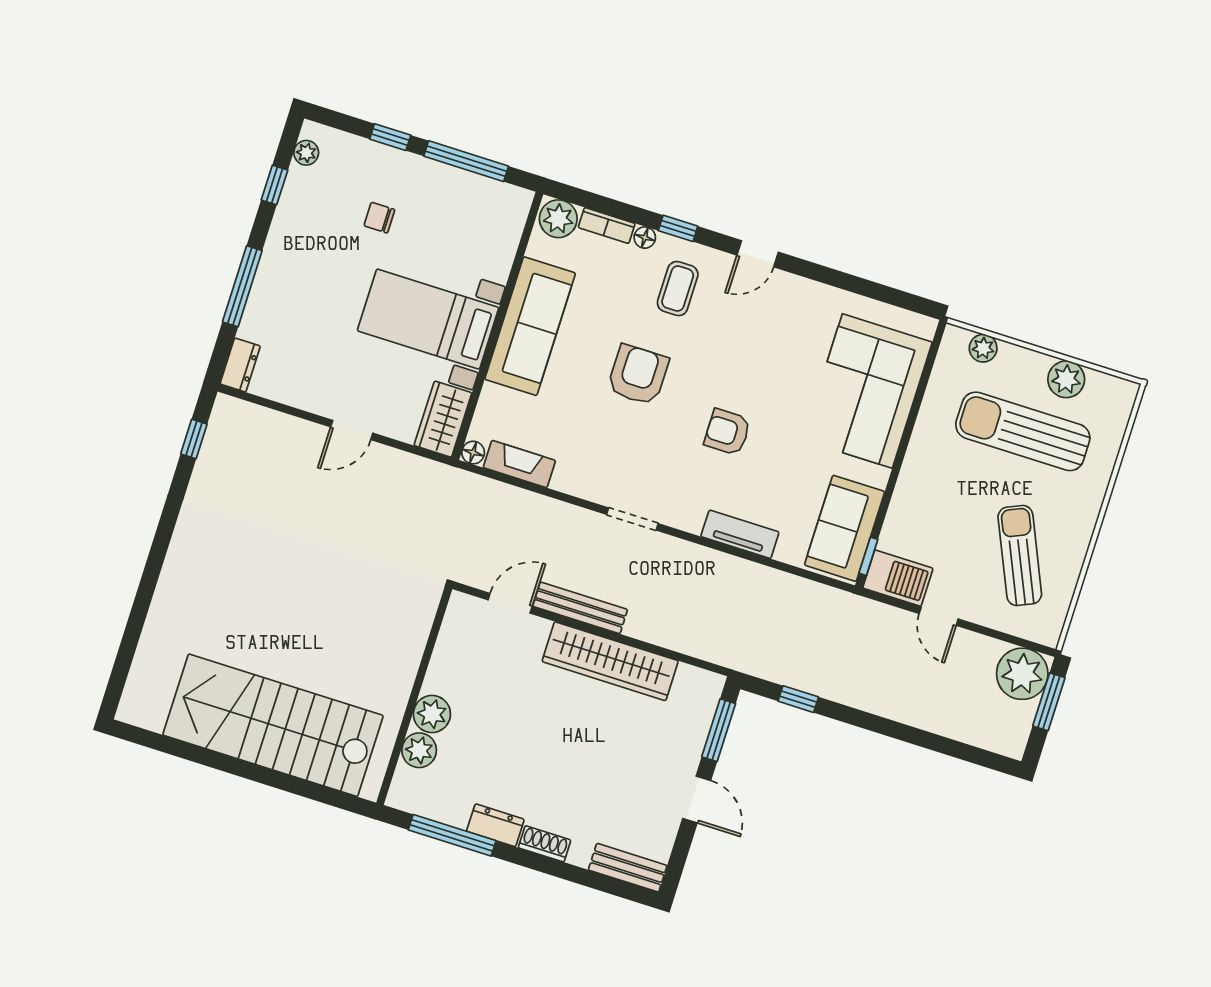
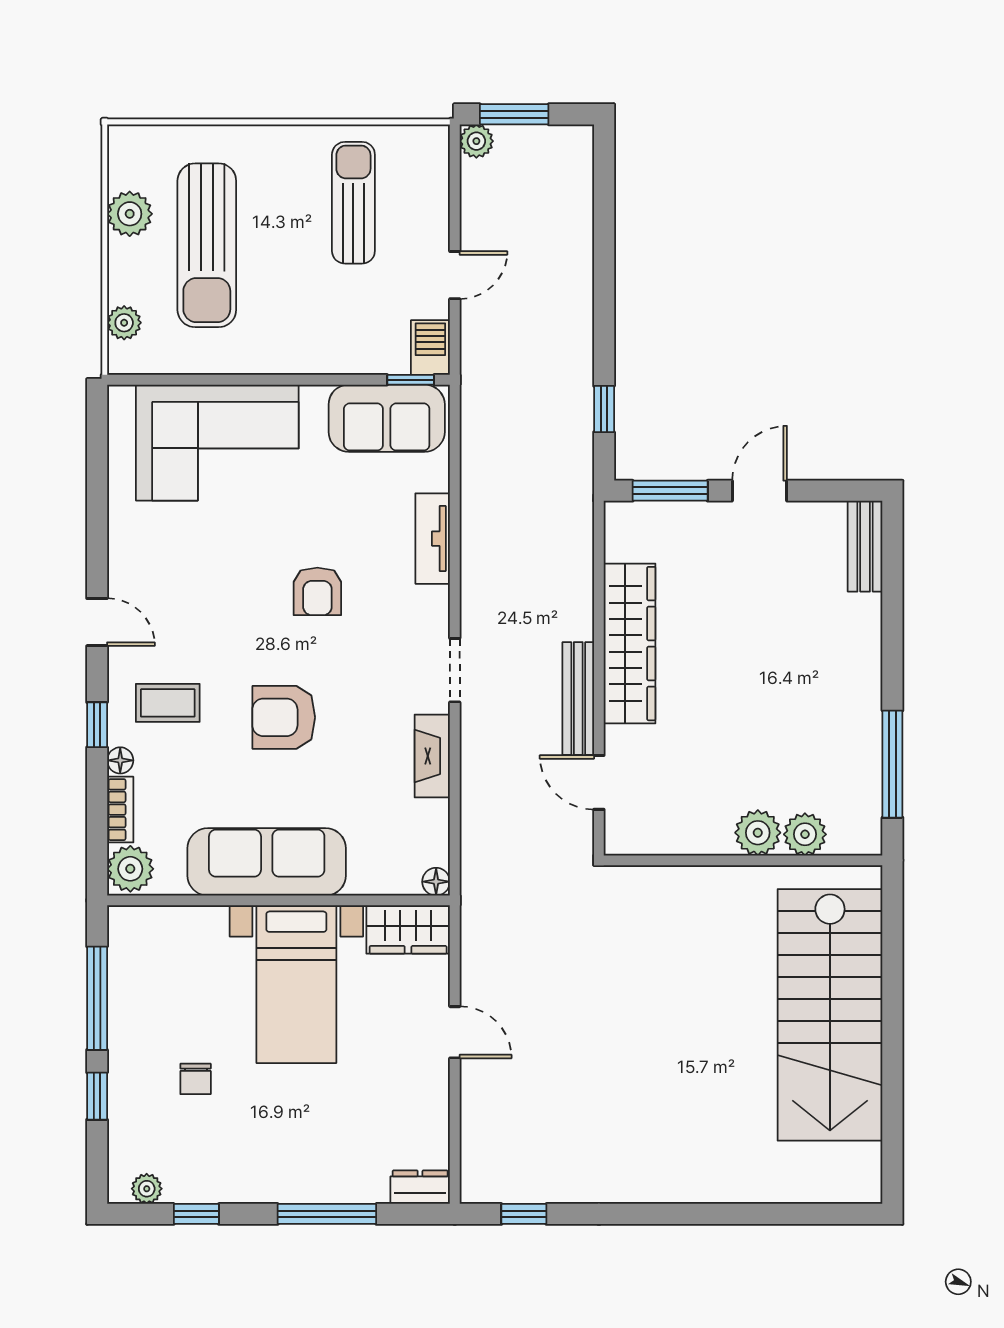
fireplace: (519, 464) -> (432, 756), moved
sun lounger: (1020, 555) -> (353, 203), turned 114
barbecue: (898, 578) -> (430, 347), width x0.73, depth x0.79
plant: (1022, 674) -> (476, 141), width x0.53, depth x0.53
dresser: (495, 825) -> (865, 717), removed
shoe rack: (545, 844) -> (868, 652), removed

